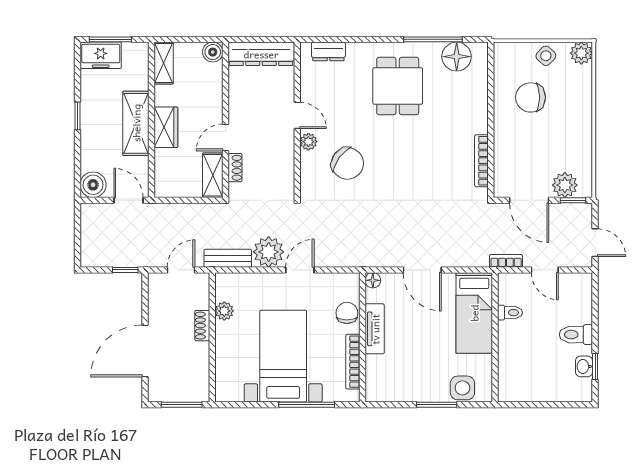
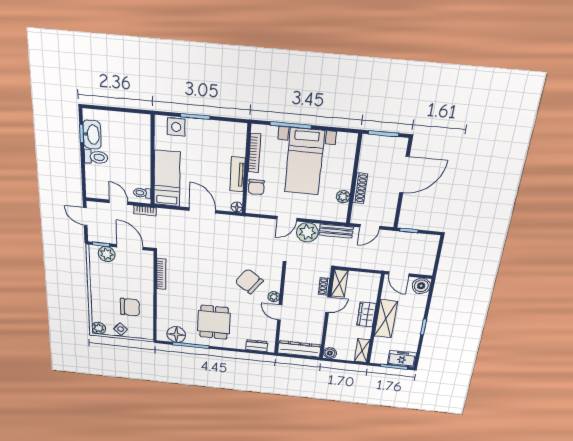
toilet: (510, 313) -> (142, 193), moved
shoe rack: (202, 326) -> (360, 188), width x1.43
washbasin: (584, 366) -> (92, 135), width x1.91, depth x1.45

